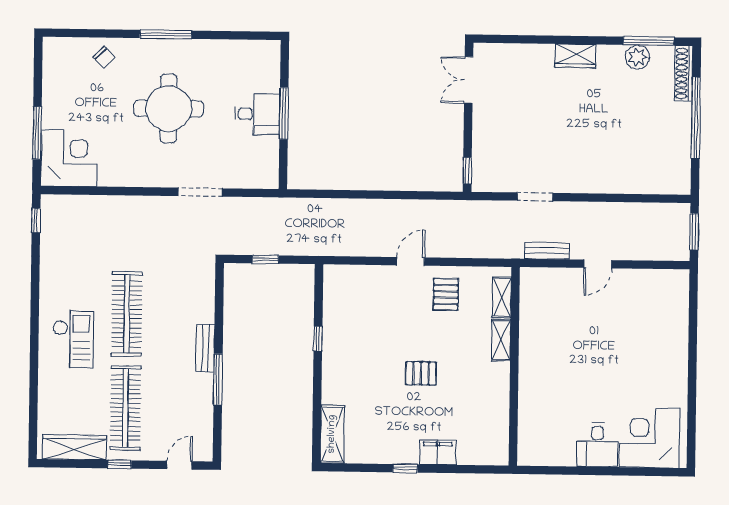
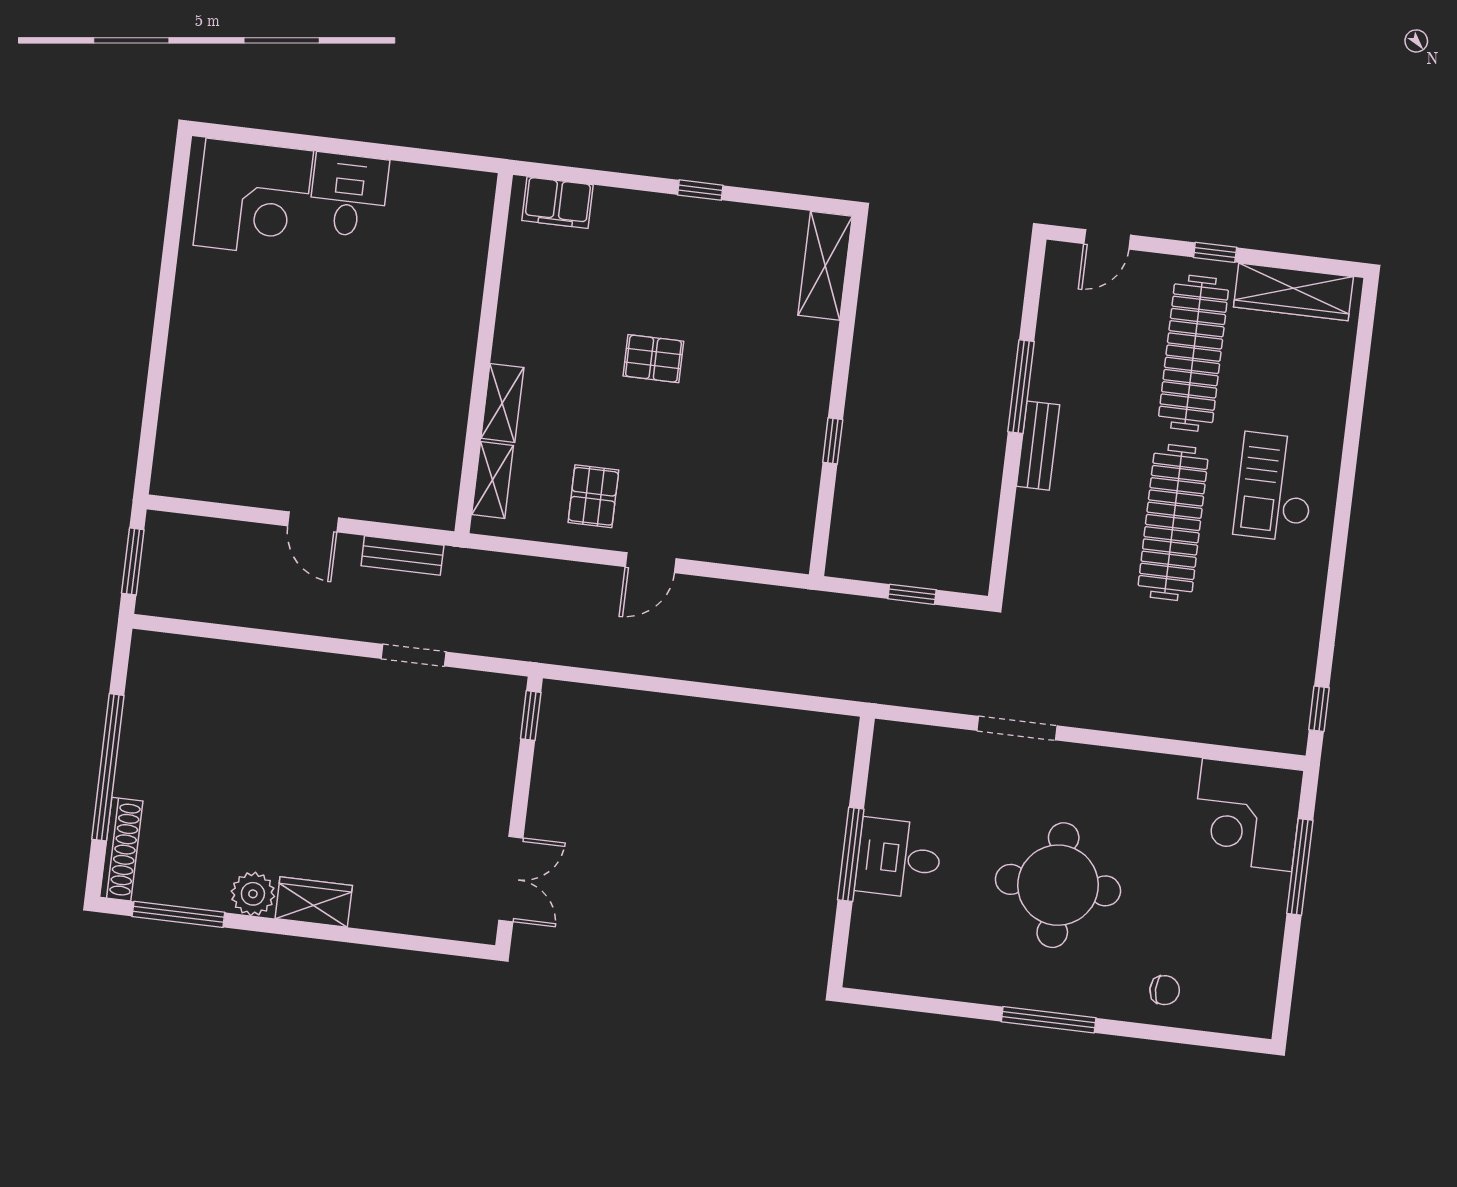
chair: (104, 57) -> (1165, 990), turned 134
plant: (637, 57) -> (253, 894), moved
door: (598, 264) -> (313, 522), swing flipped
filing cabinet: (438, 452) -> (558, 203), moved

